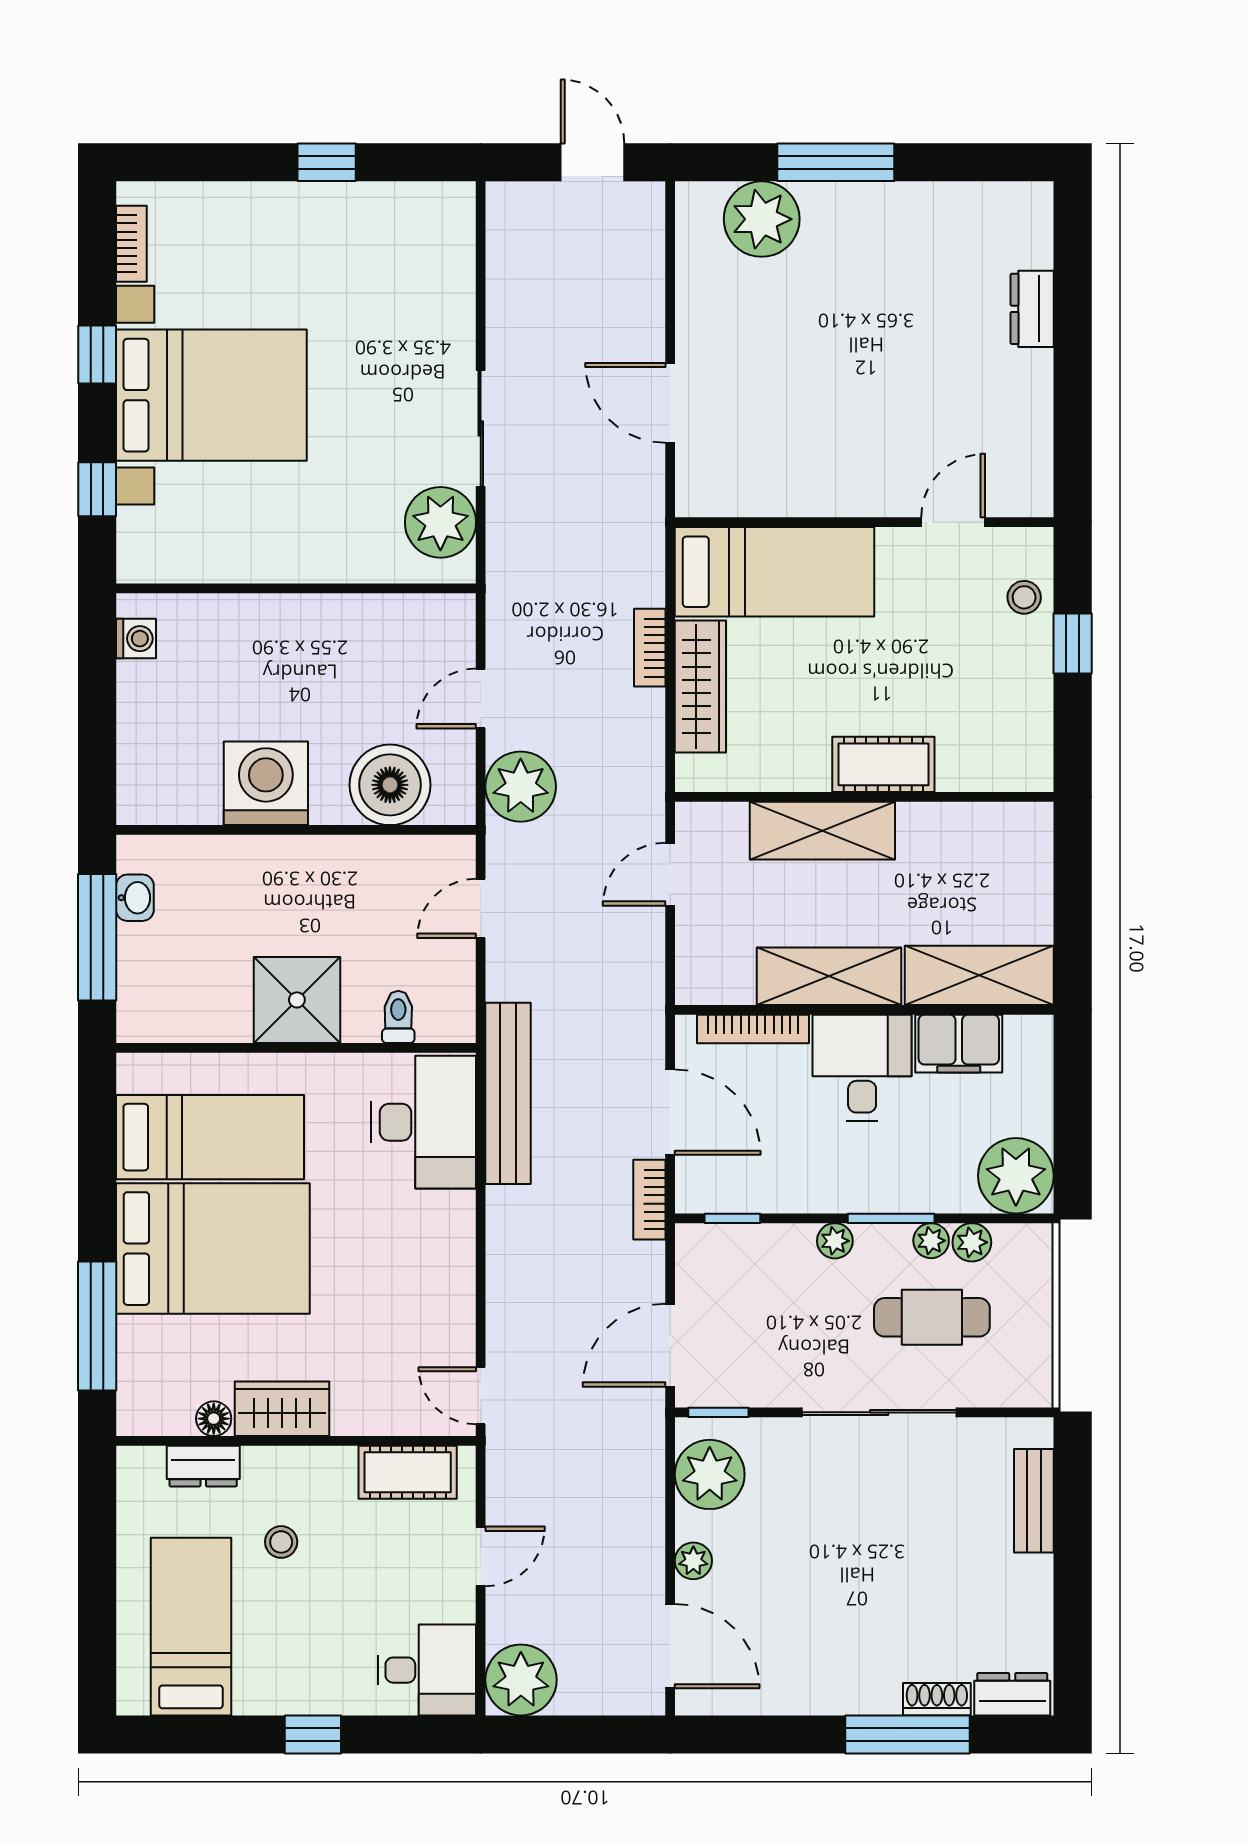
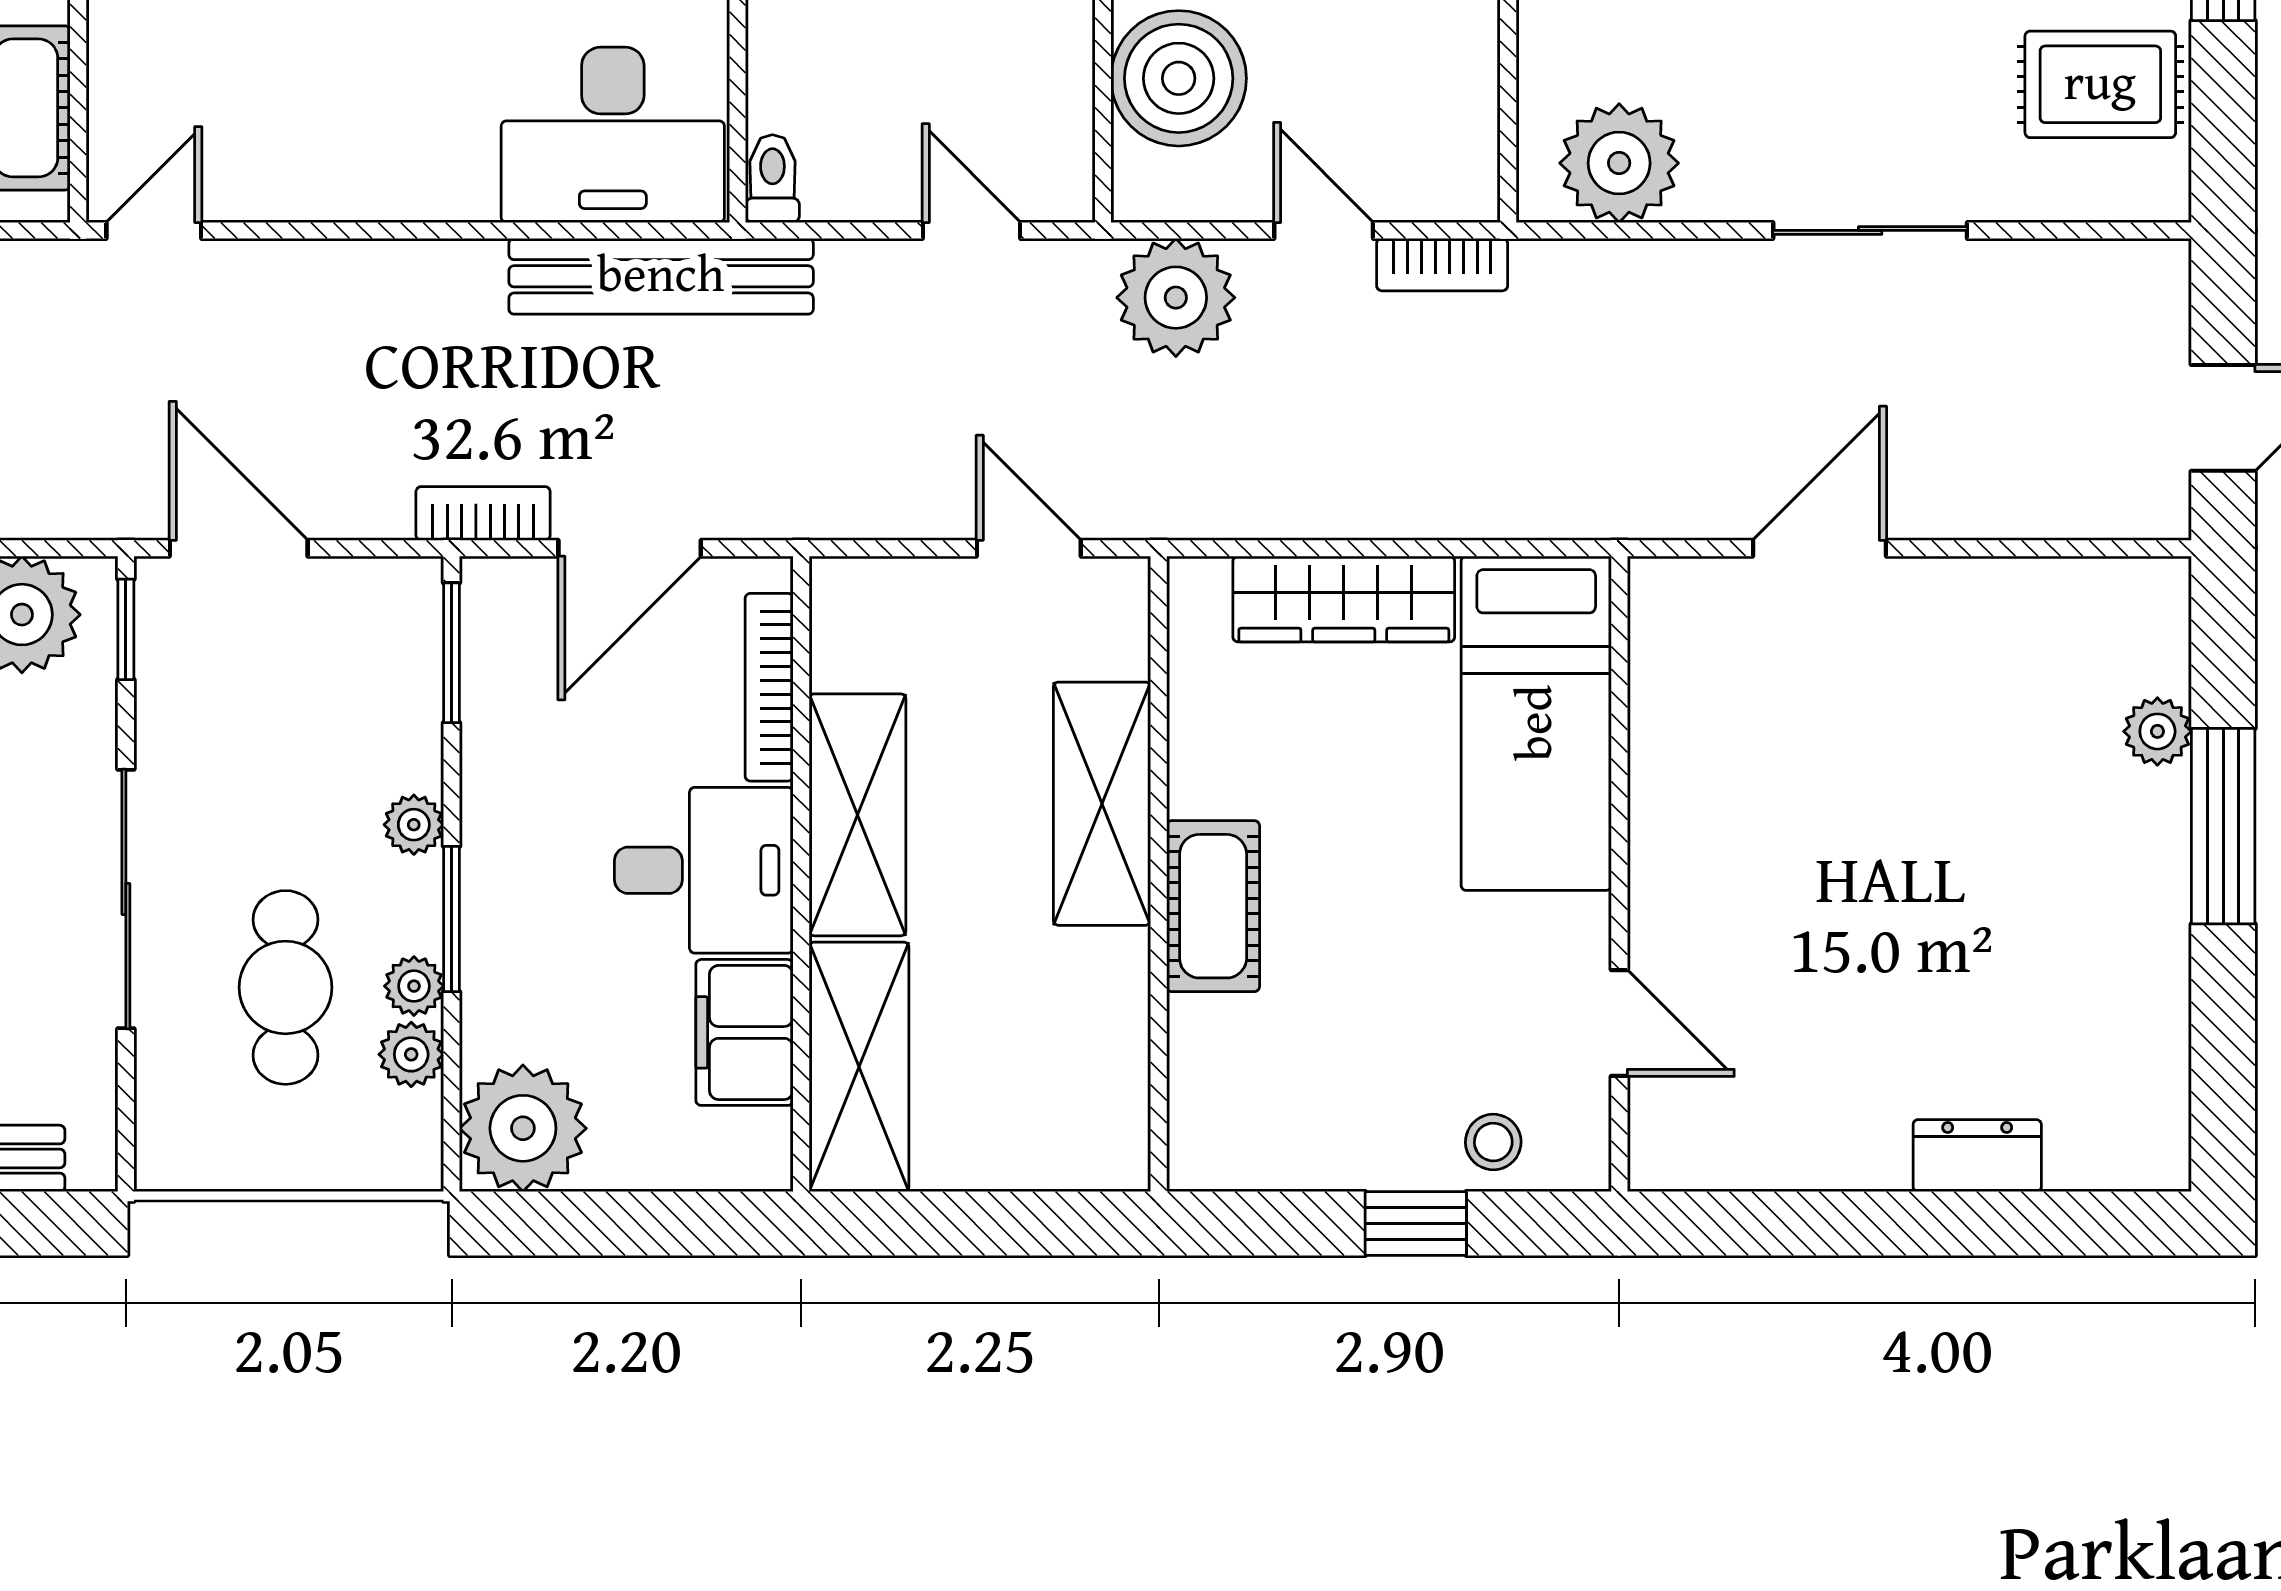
plant: (762, 219) -> (2157, 731), width x0.53, depth x0.53
rug: (394, 235) -> (2100, 84), added
sliding door: (481, 428) -> (1870, 230), moved
bookcase: (650, 648) -> (1442, 265), moved, turned 180
toilet: (398, 1017) -> (772, 179), moved, turned -90
window: (732, 1218) -> (452, 653), width x1.50

